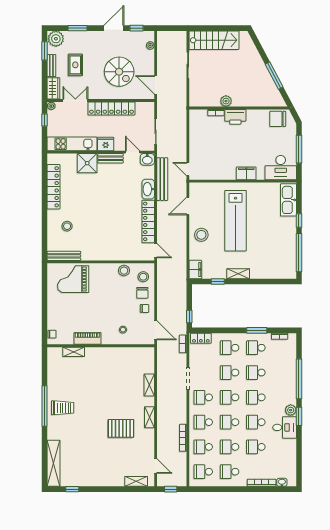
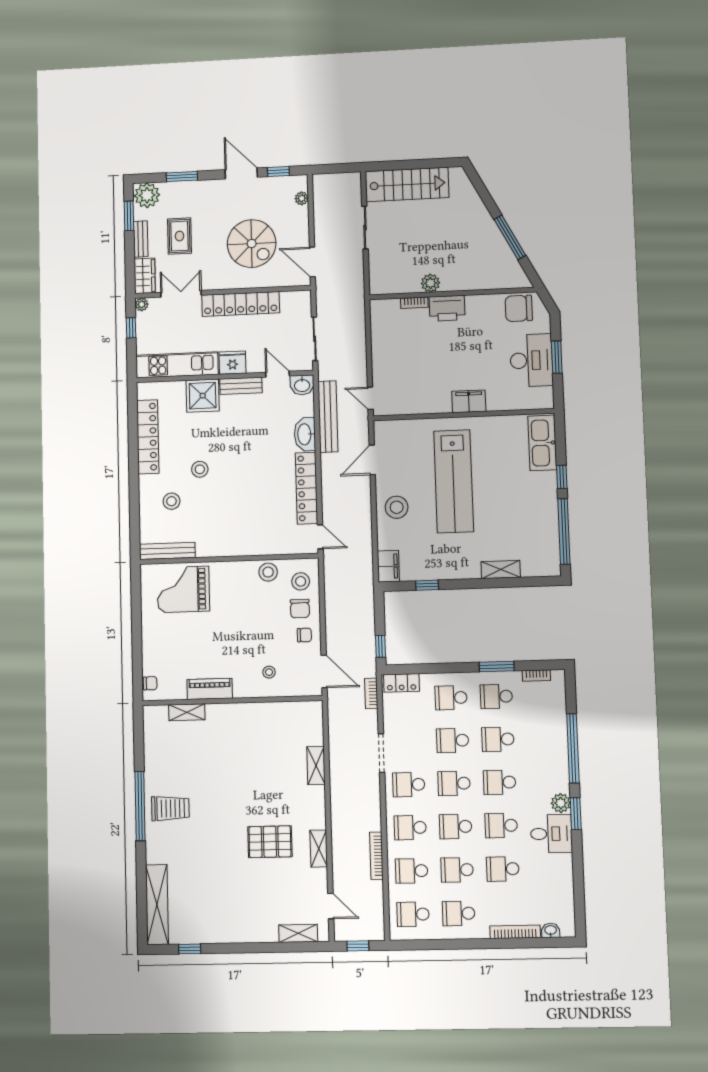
door: (114, 28) -> (241, 173), hinge flipped
window: (299, 149) -> (557, 357), width x0.69
desk: (281, 168) -> (531, 360), moved, turned -90
stool: (85, 208) -> (200, 469), added
shelving: (238, 274) -> (501, 569), moved
shelving: (149, 417) -> (319, 849), moved

